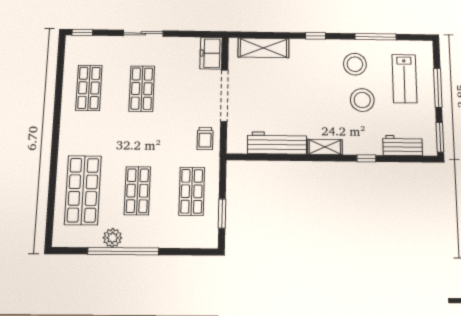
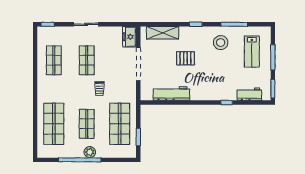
pallet: (300, 88) -> (185, 58), added
stool: (362, 100) -> (225, 66), removed
trolley: (205, 139) -> (100, 89), moved
shelving: (325, 147) -> (201, 96), removed
shop shelf: (192, 191) -> (120, 124), width x1.43, depth x1.36
plant: (112, 238) -> (90, 152), moved

